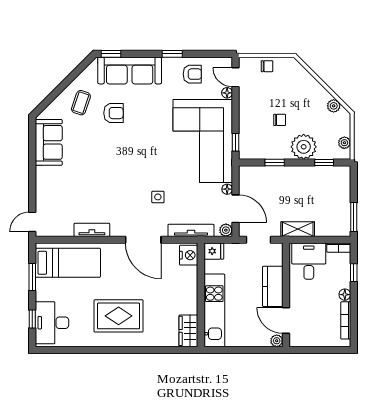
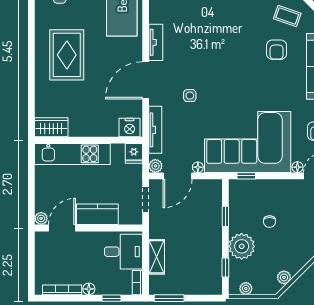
shelving: (298, 229) -> (157, 257), moved
tv unit: (92, 230) -> (156, 42), moved

